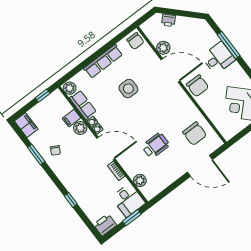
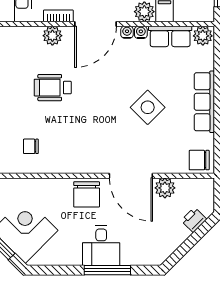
door: (170, 70) -> (131, 176), hinge flipped
chair: (198, 86) -> (87, 194), turned -90
side table: (128, 89) -> (148, 107), turned 45
chair: (195, 134) -> (31, 146), width x0.54, depth x0.54
wheelchair: (156, 146) -> (53, 88), turned 90
plant: (140, 180) -> (52, 36), moved

